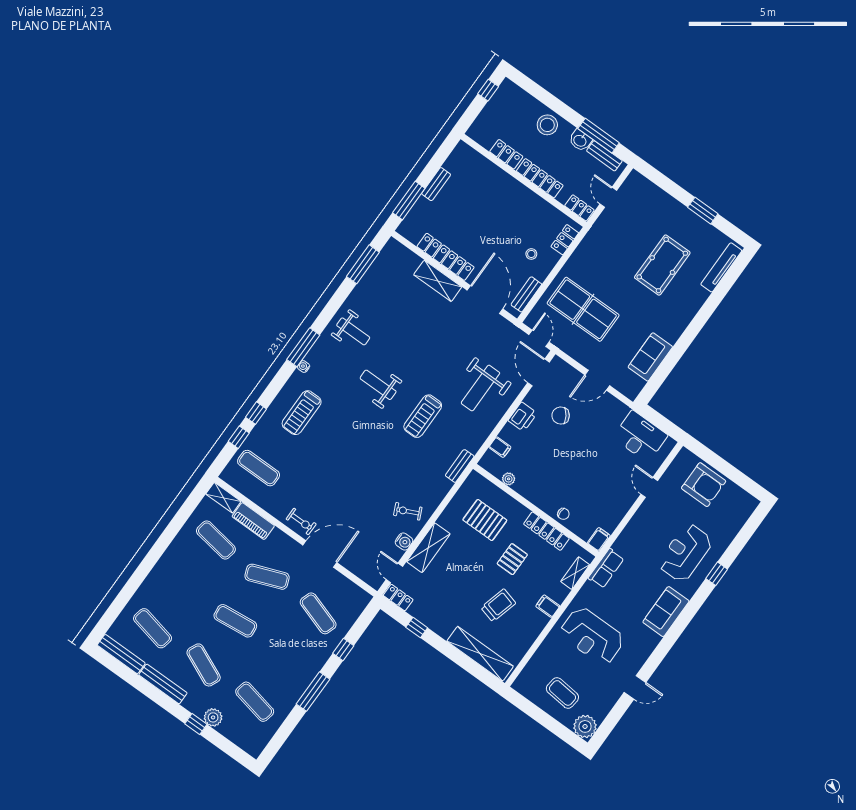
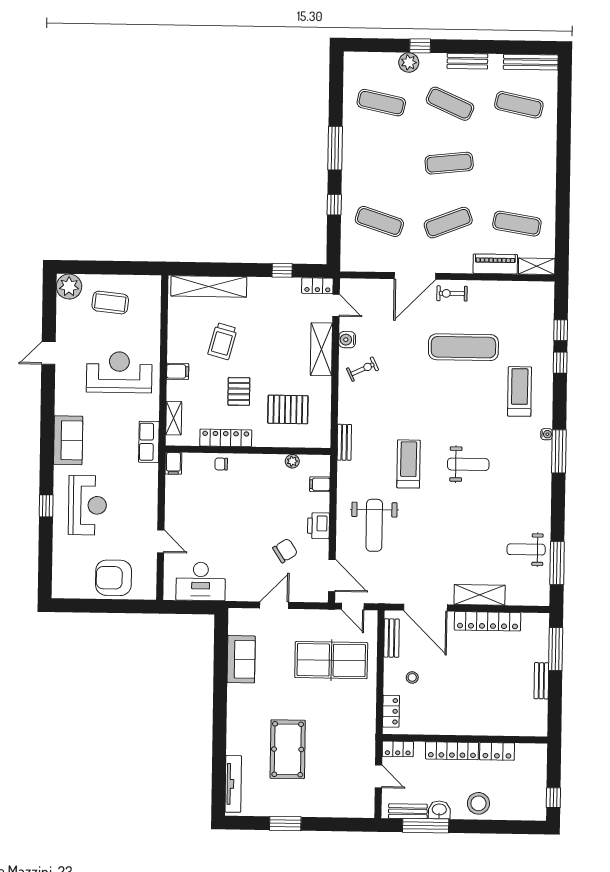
weight bench: (353, 331) -> (526, 549), moved
weight bench: (480, 388) -> (374, 525), turned 180
exercise mat: (259, 468) -> (463, 347), moved, width x1.36, depth x1.45
bench: (163, 684) -> (467, 61), width x0.73

